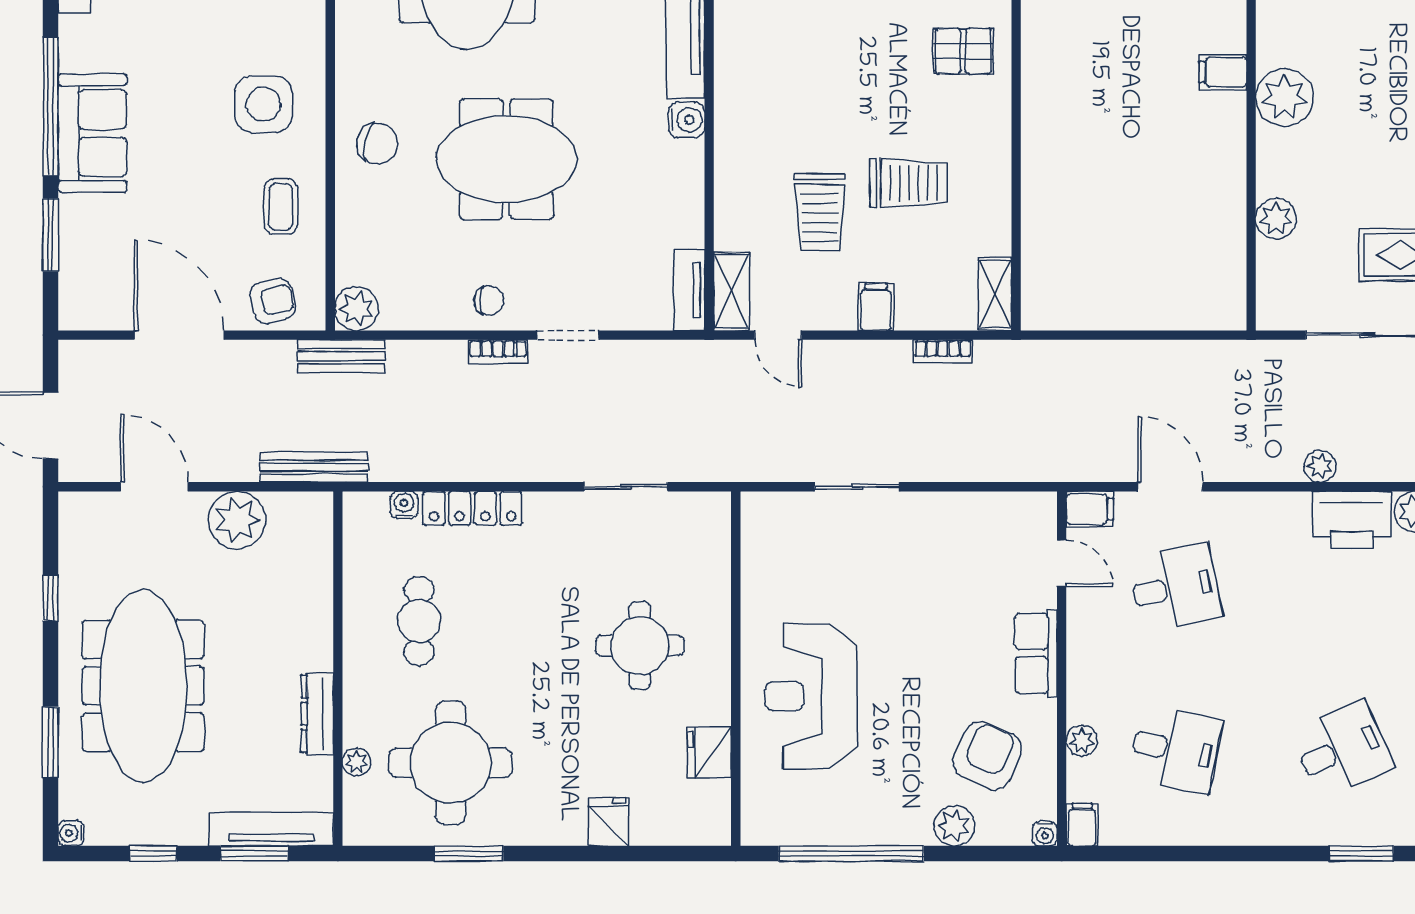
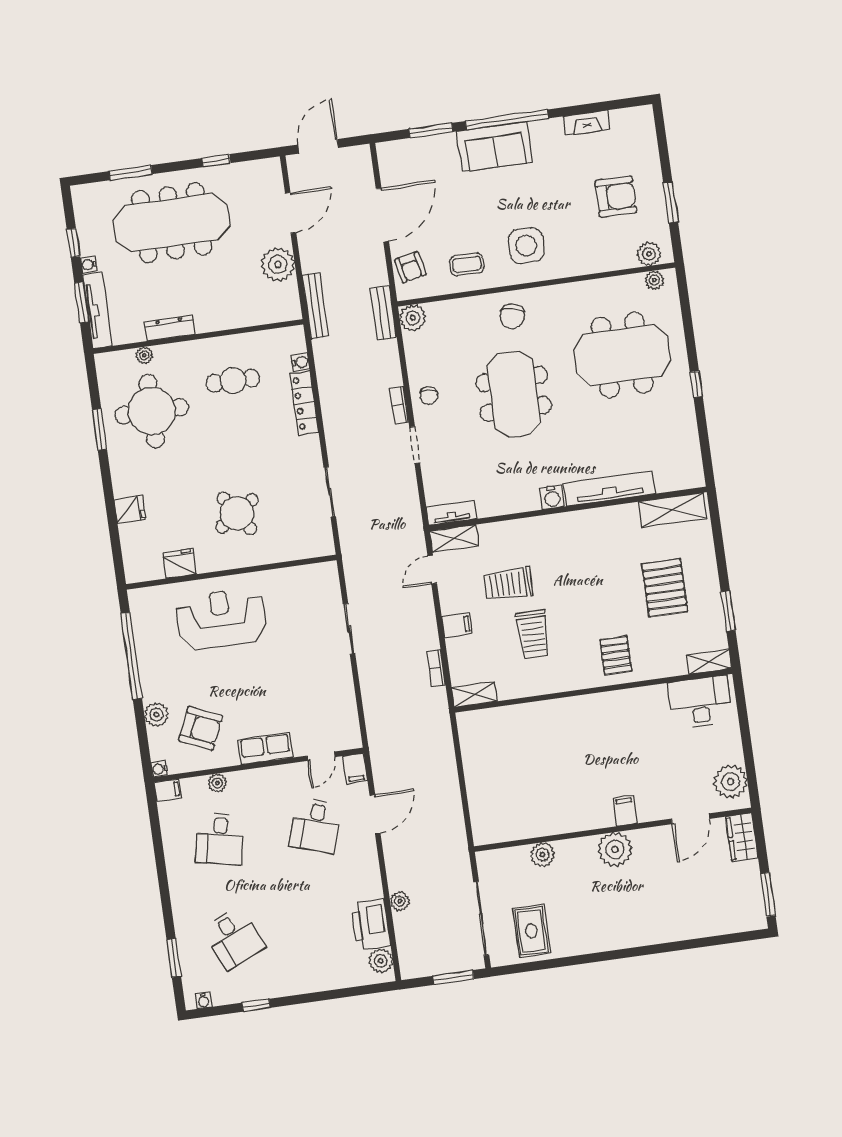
desk: (1175, 588) -> (316, 826), turned 30
round table: (640, 646) -> (237, 513), turned -34
water cooler: (71, 833) -> (89, 264), moved, turned -90

